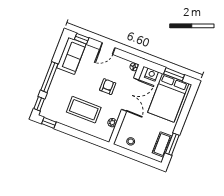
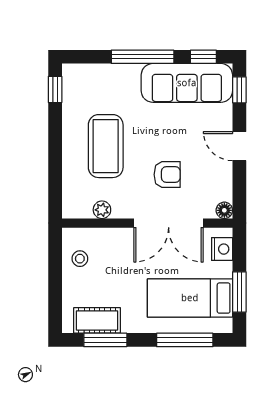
sofa: (71, 56) -> (187, 83), width x1.36
bed: (168, 98) -> (190, 298), width x0.67
window: (39, 104) -> (203, 57), moved
window: (186, 108) -> (185, 340), added

